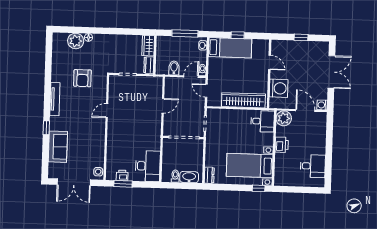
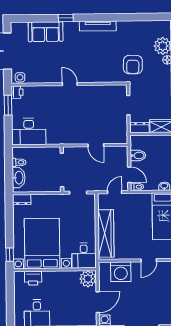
armchair: (82, 78) -> (133, 65), moved, turned -89
door: (107, 111) -> (70, 84), moved
printer: (282, 145) -> (33, 278), moved
bed with nightstands: (250, 165) -> (42, 244), width x1.36
printer: (122, 175) -> (17, 92), moved

